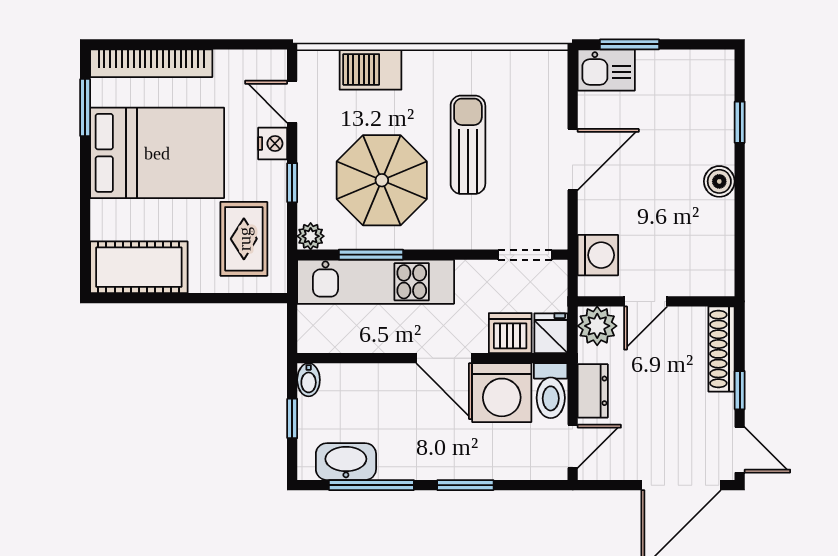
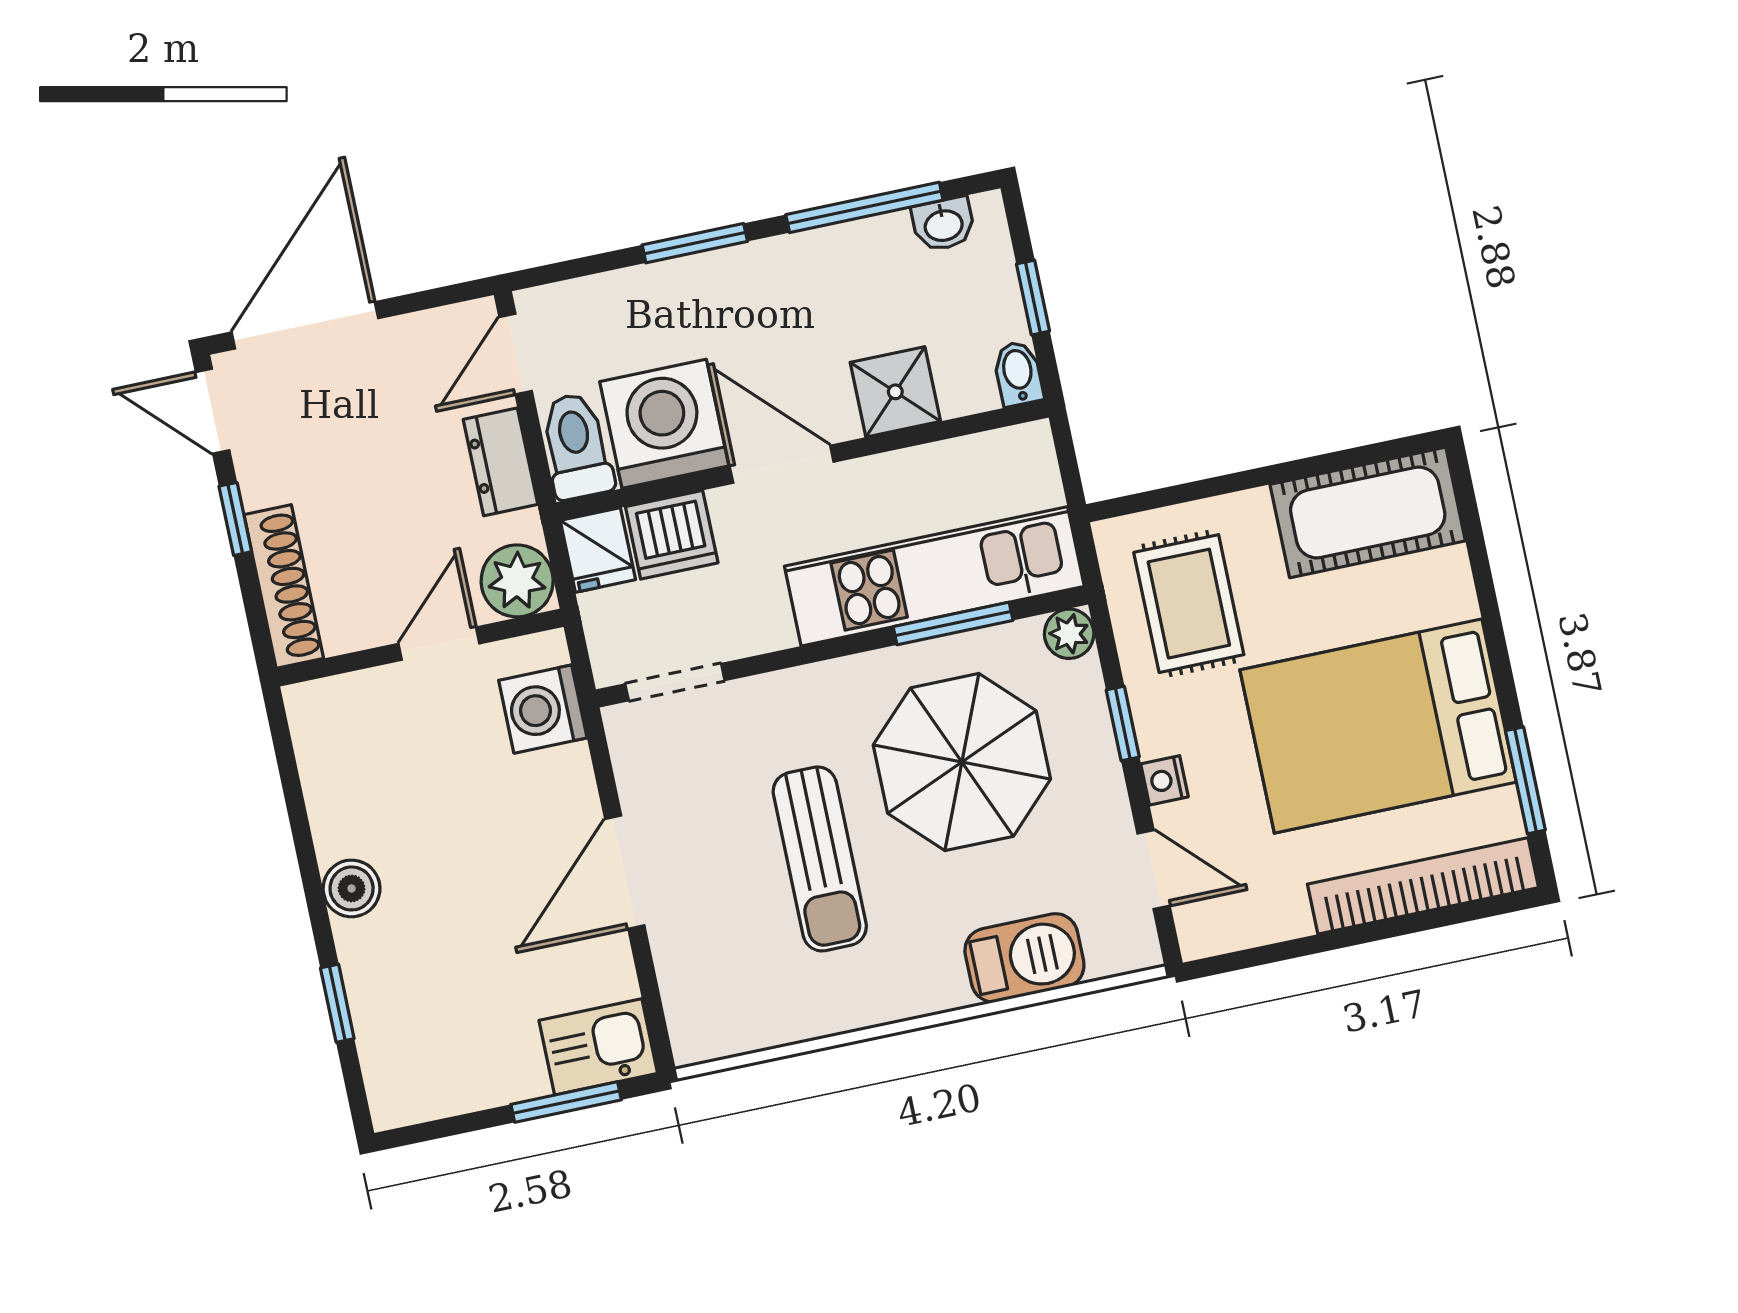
nightstand: (273, 143) -> (1165, 780), width x0.72, depth x0.74
shower: (376, 384) -> (895, 392), added
washbasin: (346, 462) -> (943, 224), width x0.52, depth x0.69

